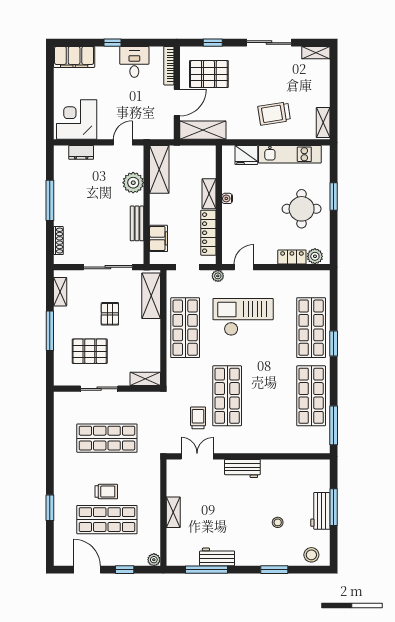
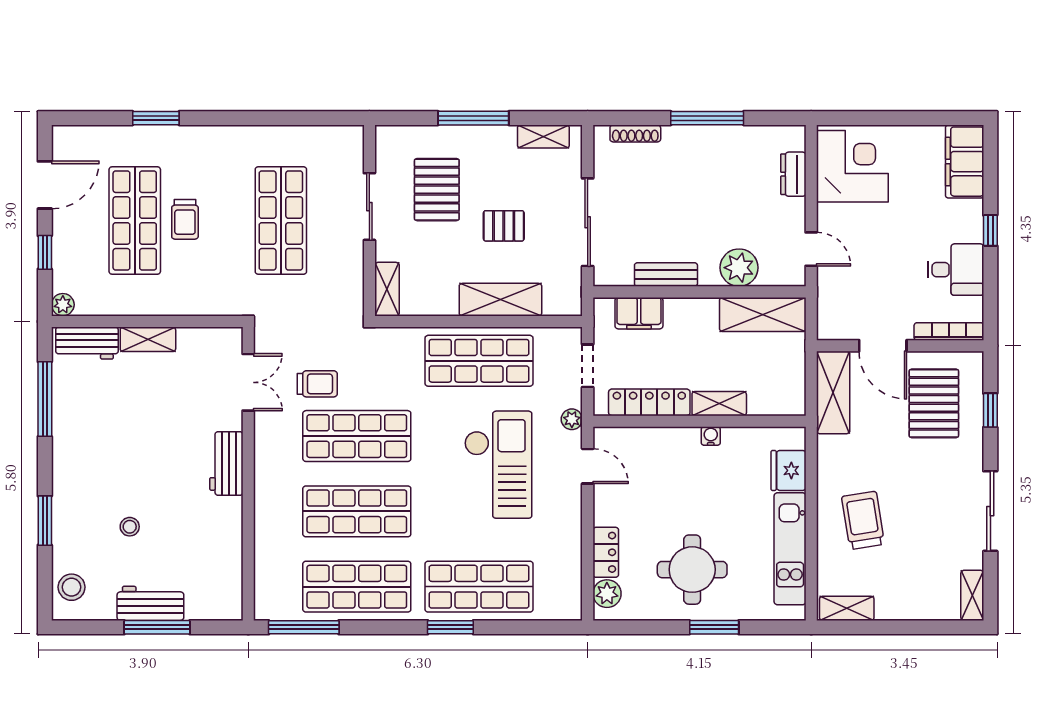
shelving: (151, 296) -> (500, 300), moved
shop shelf: (269, 396) -> (357, 511), added
workbench: (217, 557) -> (87, 343), moved, turned 90

